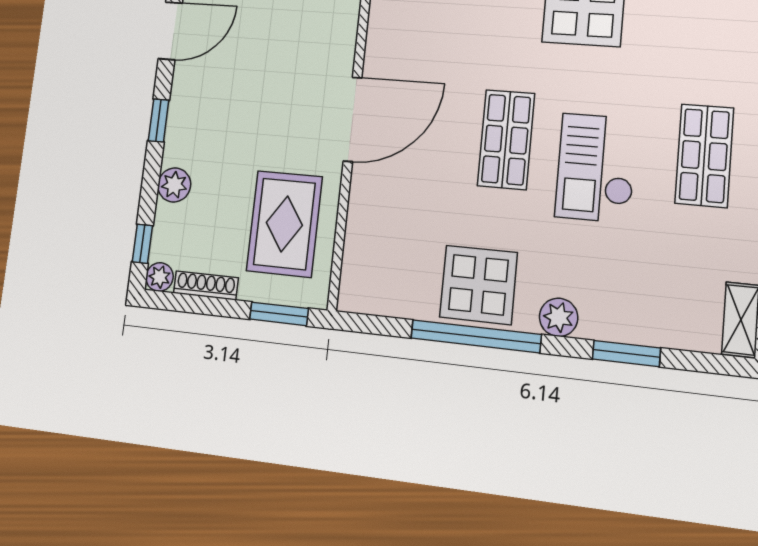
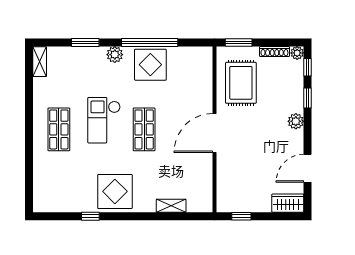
window: (159, 120) -> (308, 98), moved
checkout: (596, 168) -> (104, 120), turned 180
plant: (174, 185) -> (296, 121), moved

